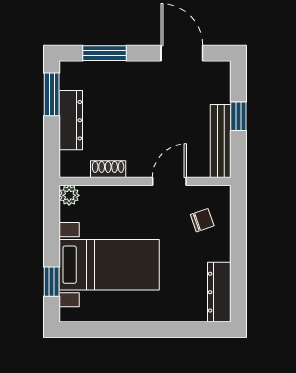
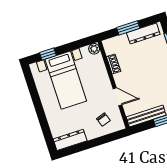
window: (52, 94) -> (128, 28), moved
dresser: (71, 120) -> (143, 34), moved

